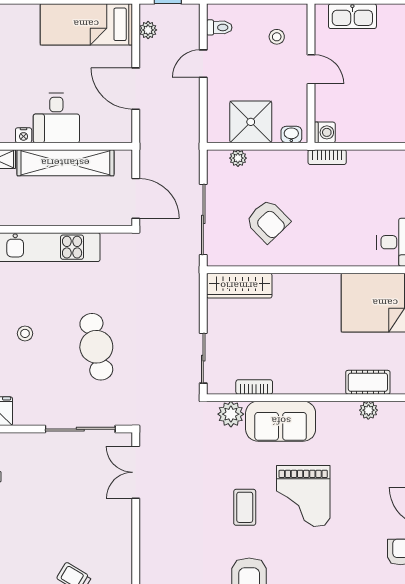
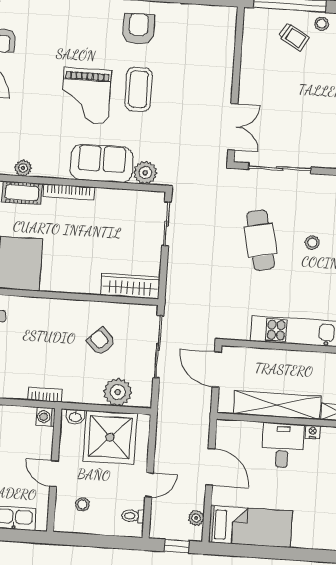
shower: (251, 122) -> (110, 437), width x1.37, depth x1.37
plant: (238, 158) -> (118, 392), width x1.88, depth x1.88
armchair: (268, 221) -> (101, 342), width x0.72, depth x0.72
stool: (25, 333) -> (312, 243), moved
bookcase: (254, 387) -> (69, 192), moved, width x1.56
grand piano: (303, 496) -> (86, 96), turned 180
coffee table: (245, 507) -> (138, 89), width x1.36, depth x1.30

